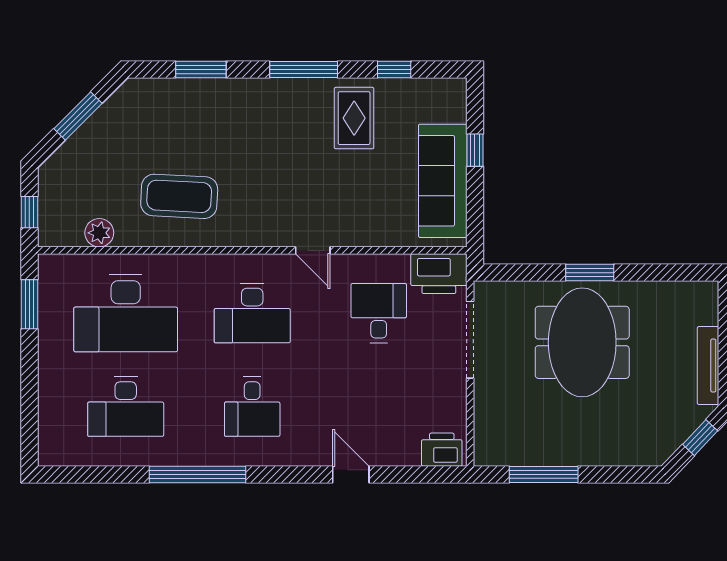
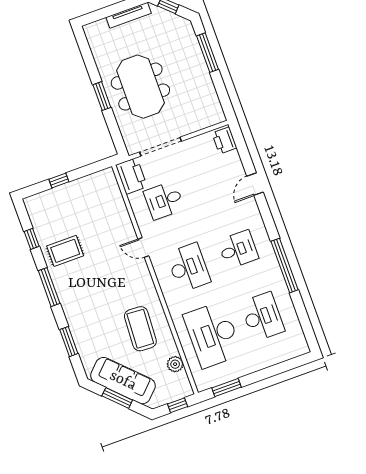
sofa: (443, 181) -> (123, 381), moved, turned -135
door: (313, 250) -> (143, 247), swing flipped
desk: (126, 313) -> (213, 335), turned 180
meeting table: (582, 342) -> (140, 87), turned 90
window: (544, 474) -> (207, 53), moved

